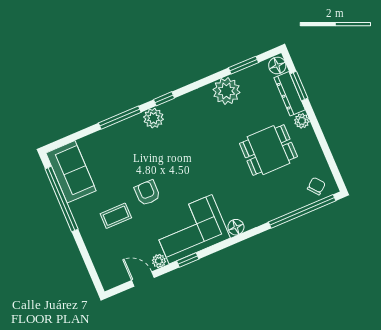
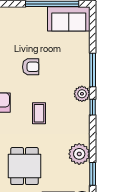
coffee table: (116, 216) -> (39, 113), moved

